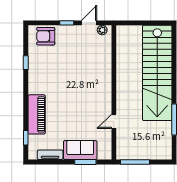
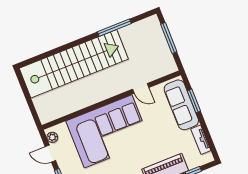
corner sofa: (88, 79) -> (108, 131), added
sofa: (80, 150) -> (181, 105), width x1.36
window: (135, 162) -> (169, 38), moved

